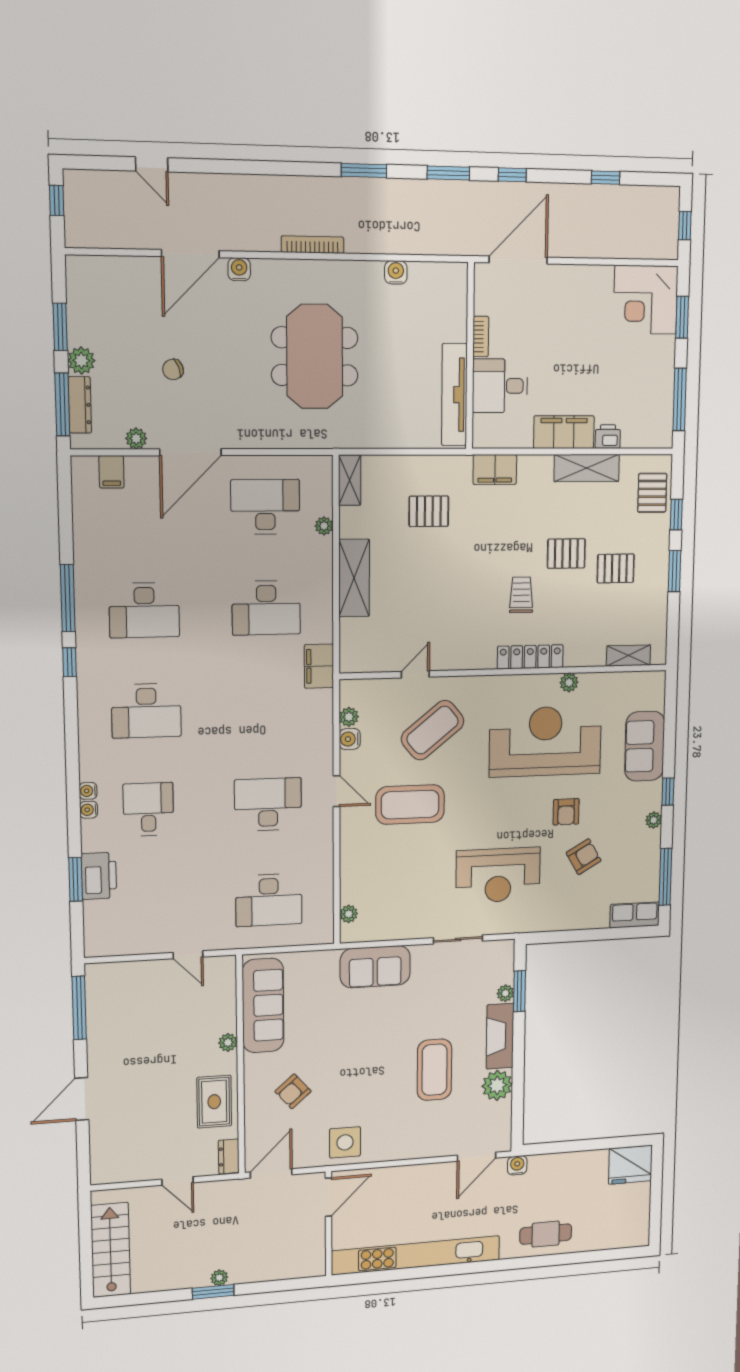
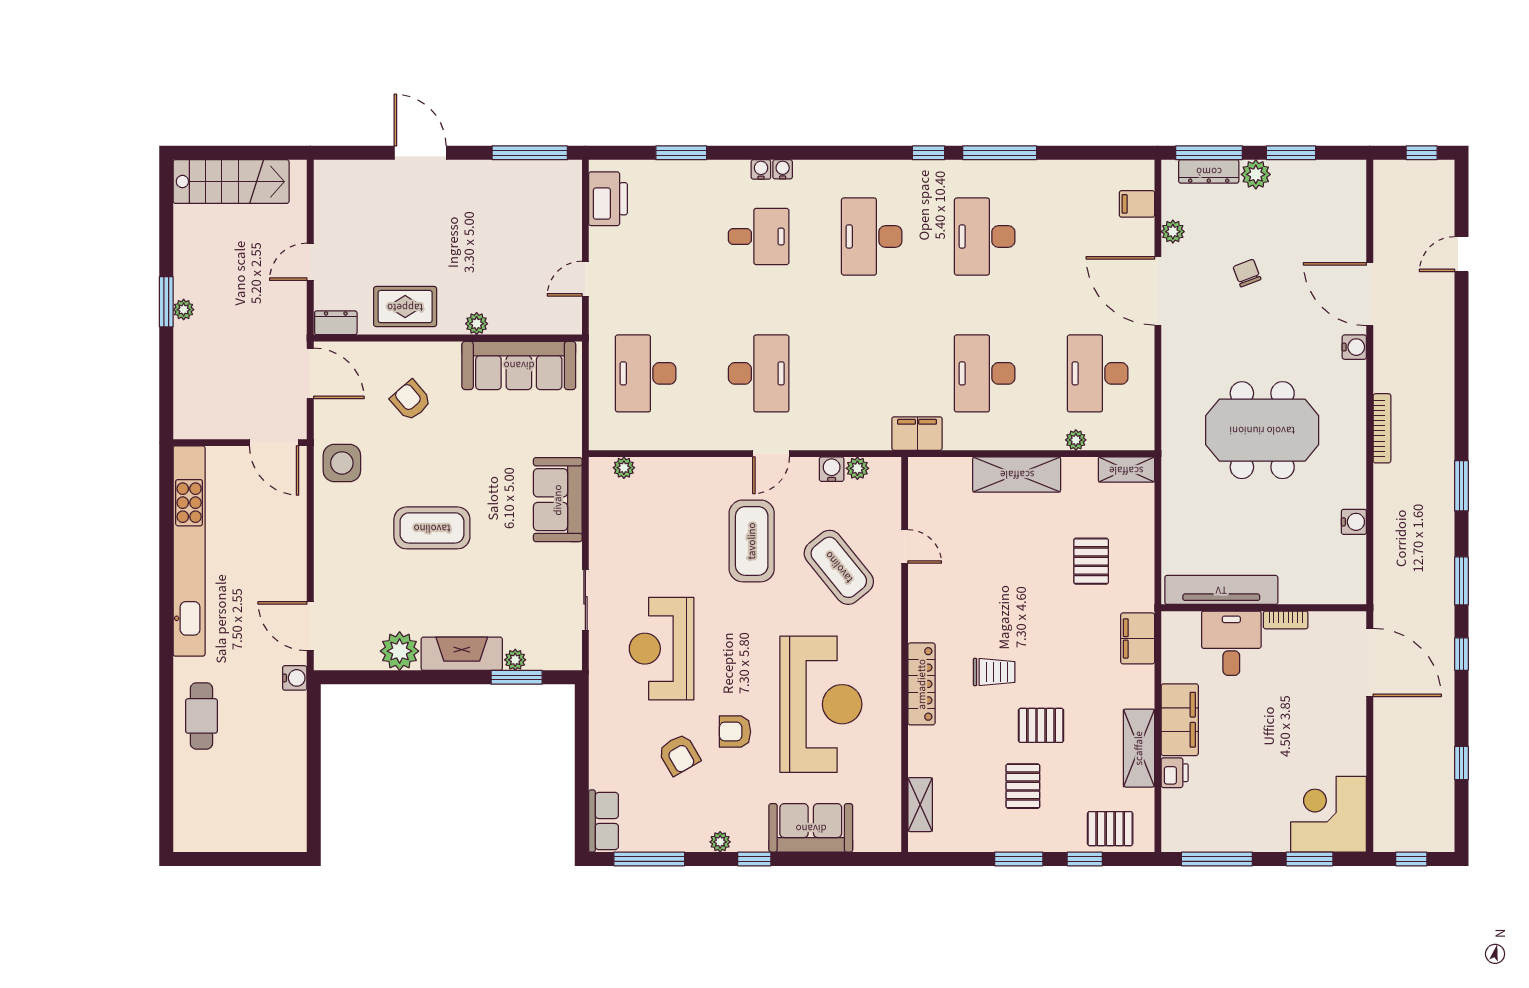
desk: (265, 507) -> (1098, 373), turned 180
pallet: (566, 554) -> (1041, 725), turned 90
plant: (569, 682) -> (890, 732), removed
printer: (99, 876) -> (608, 199), moved, turned -90
coffee table: (434, 1070) -> (432, 528), moved
fridge: (630, 1165) -> (283, 824), removed

